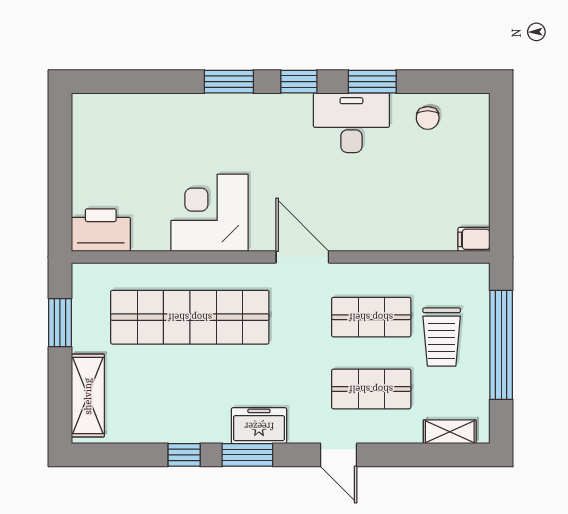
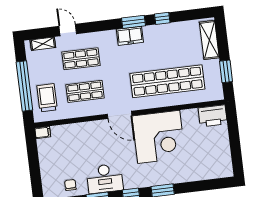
corner desk: (210, 213) -> (159, 137), width x1.36, depth x1.36
trolley: (442, 337) -> (47, 98), moved
door: (339, 455) -> (68, 30), moved

